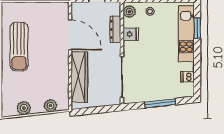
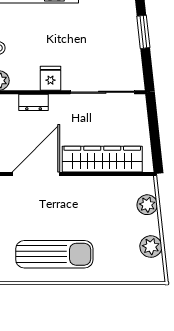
dresser: (115, 29) -> (34, 102), width x0.70
fridge: (131, 34) -> (50, 78), moved
window: (160, 103) -> (143, 32), width x0.69

